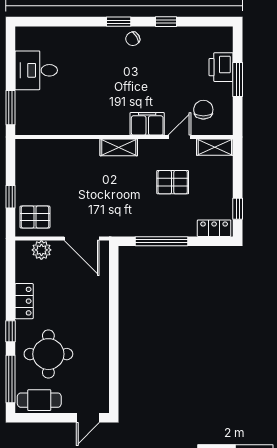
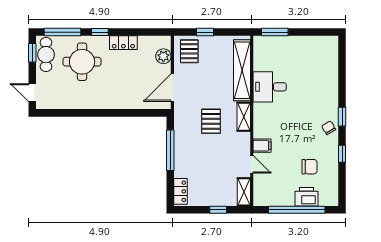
desk: (36, 70) -> (270, 87), moved, turned -90
window: (238, 80) -> (297, 210), width x2.11
chair: (203, 110) -> (310, 167), moved
filing cabinet: (147, 124) -> (262, 146), width x0.50
shelving: (59, 150) -> (242, 70), added
pallet: (173, 182) -> (211, 121), moved
window: (238, 209) -> (218, 210), moved
window: (37, 418) -> (32, 53), added

